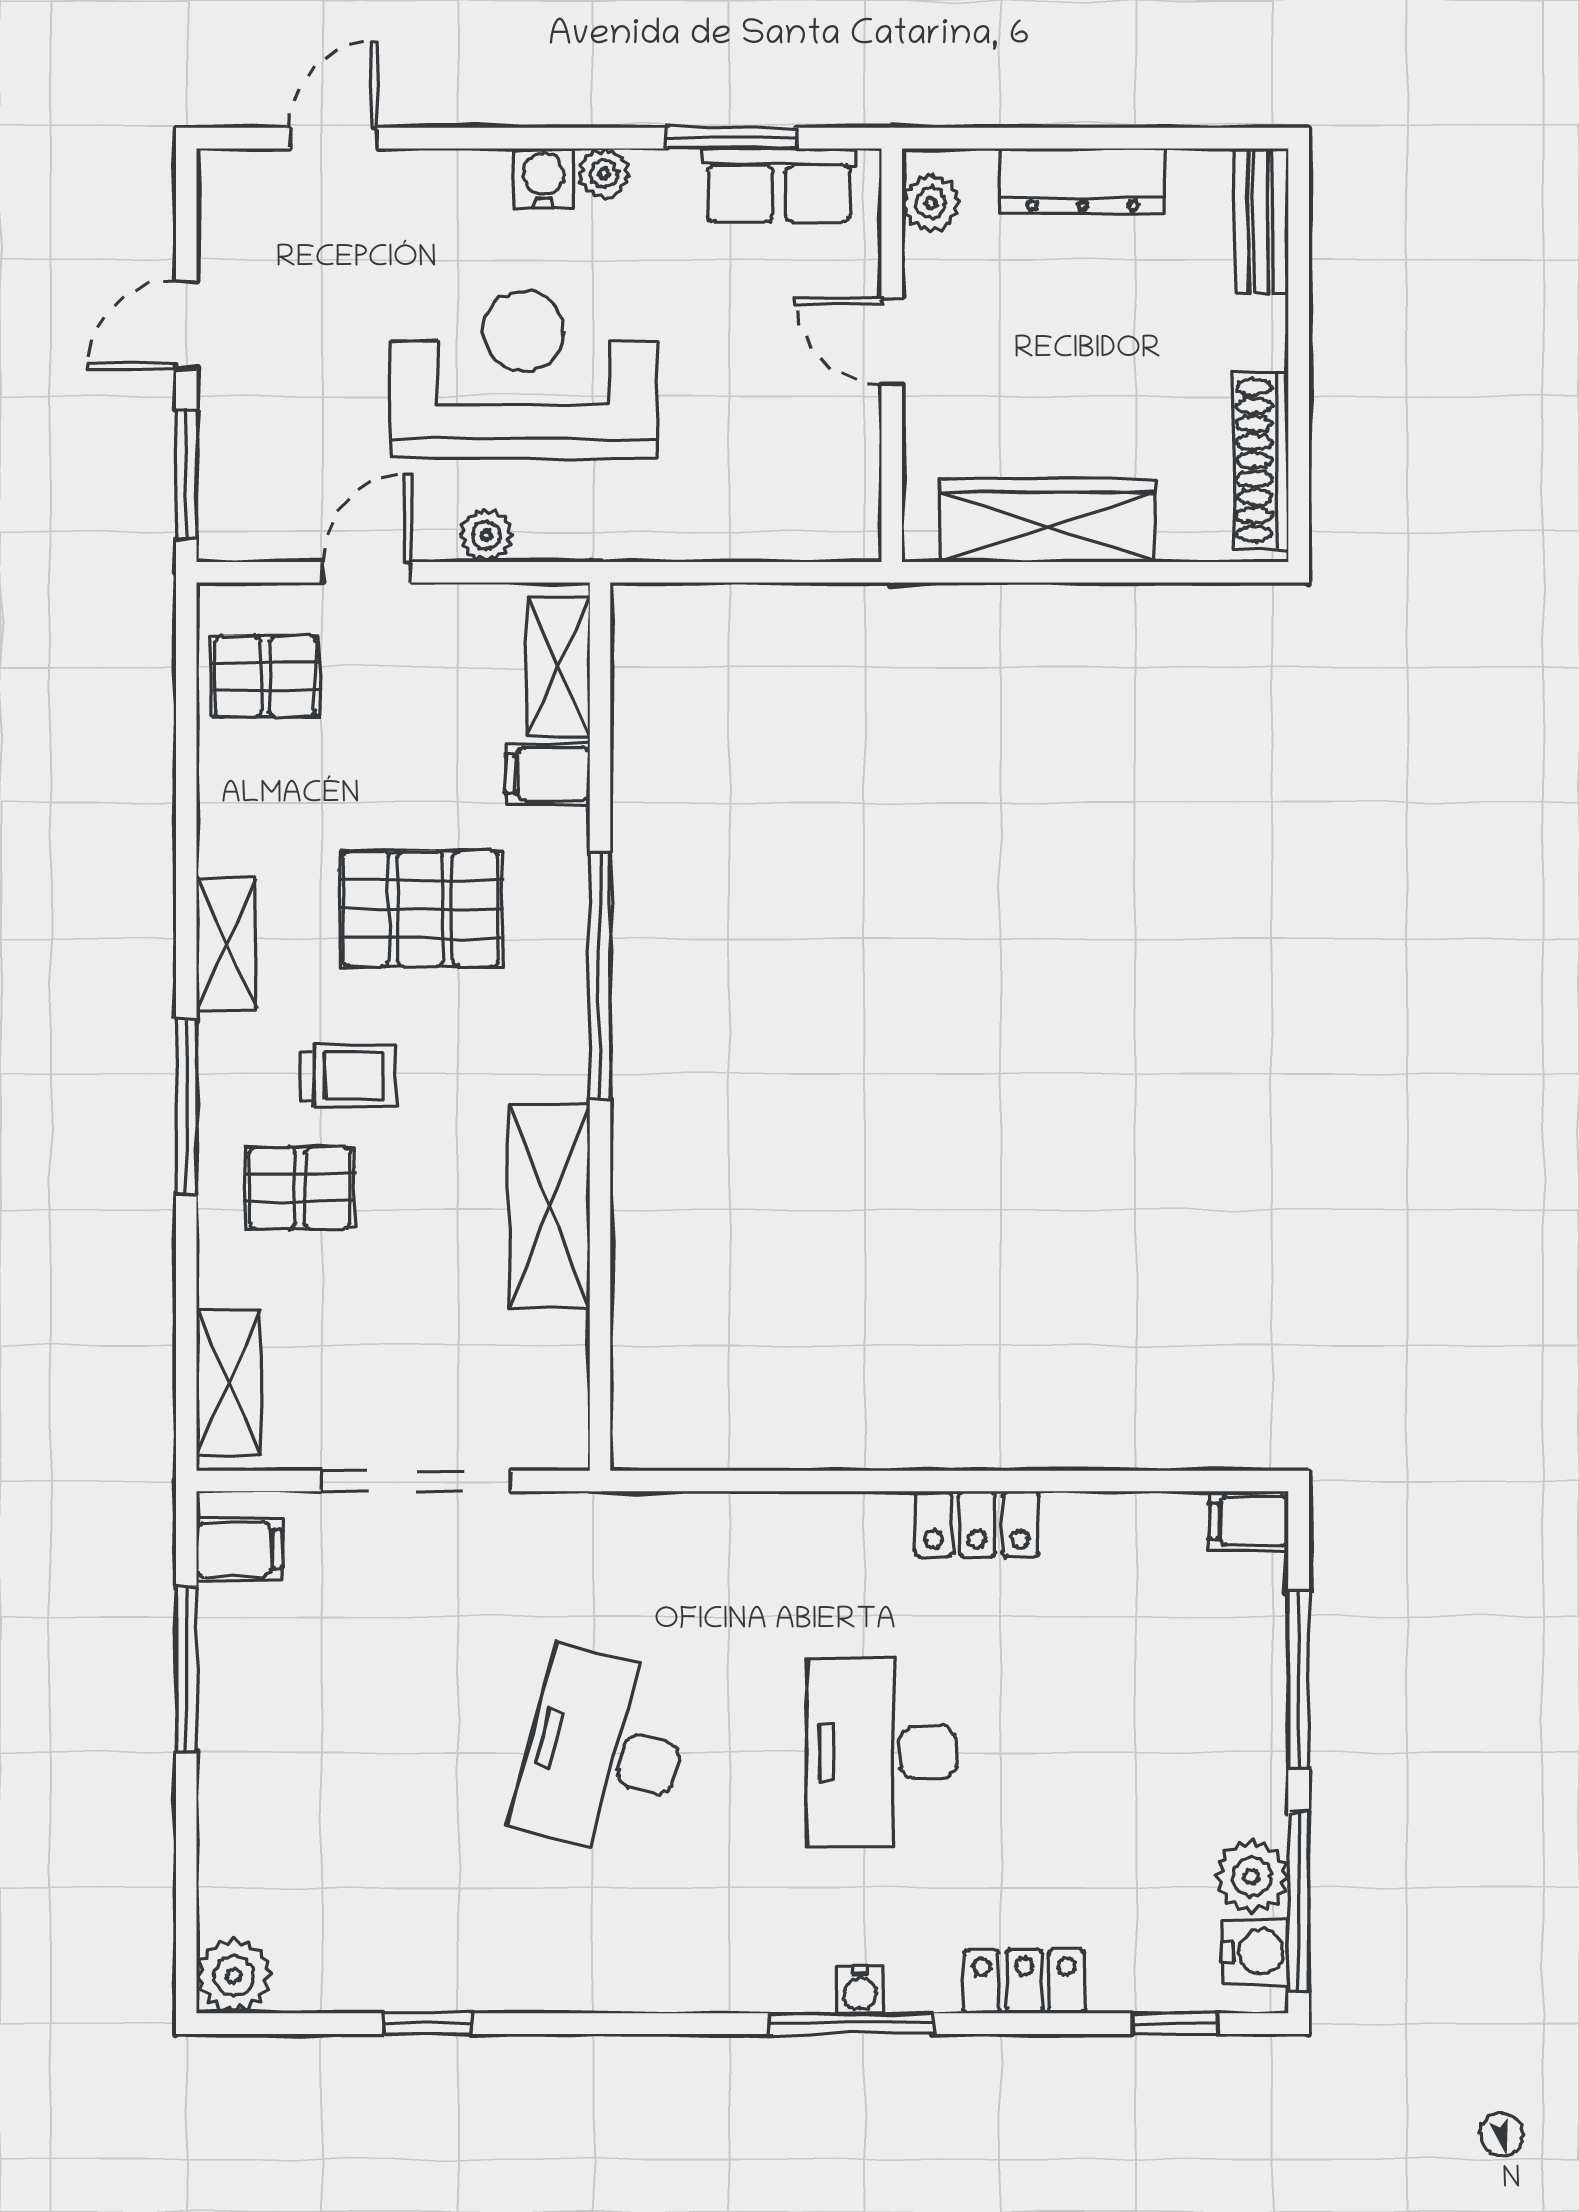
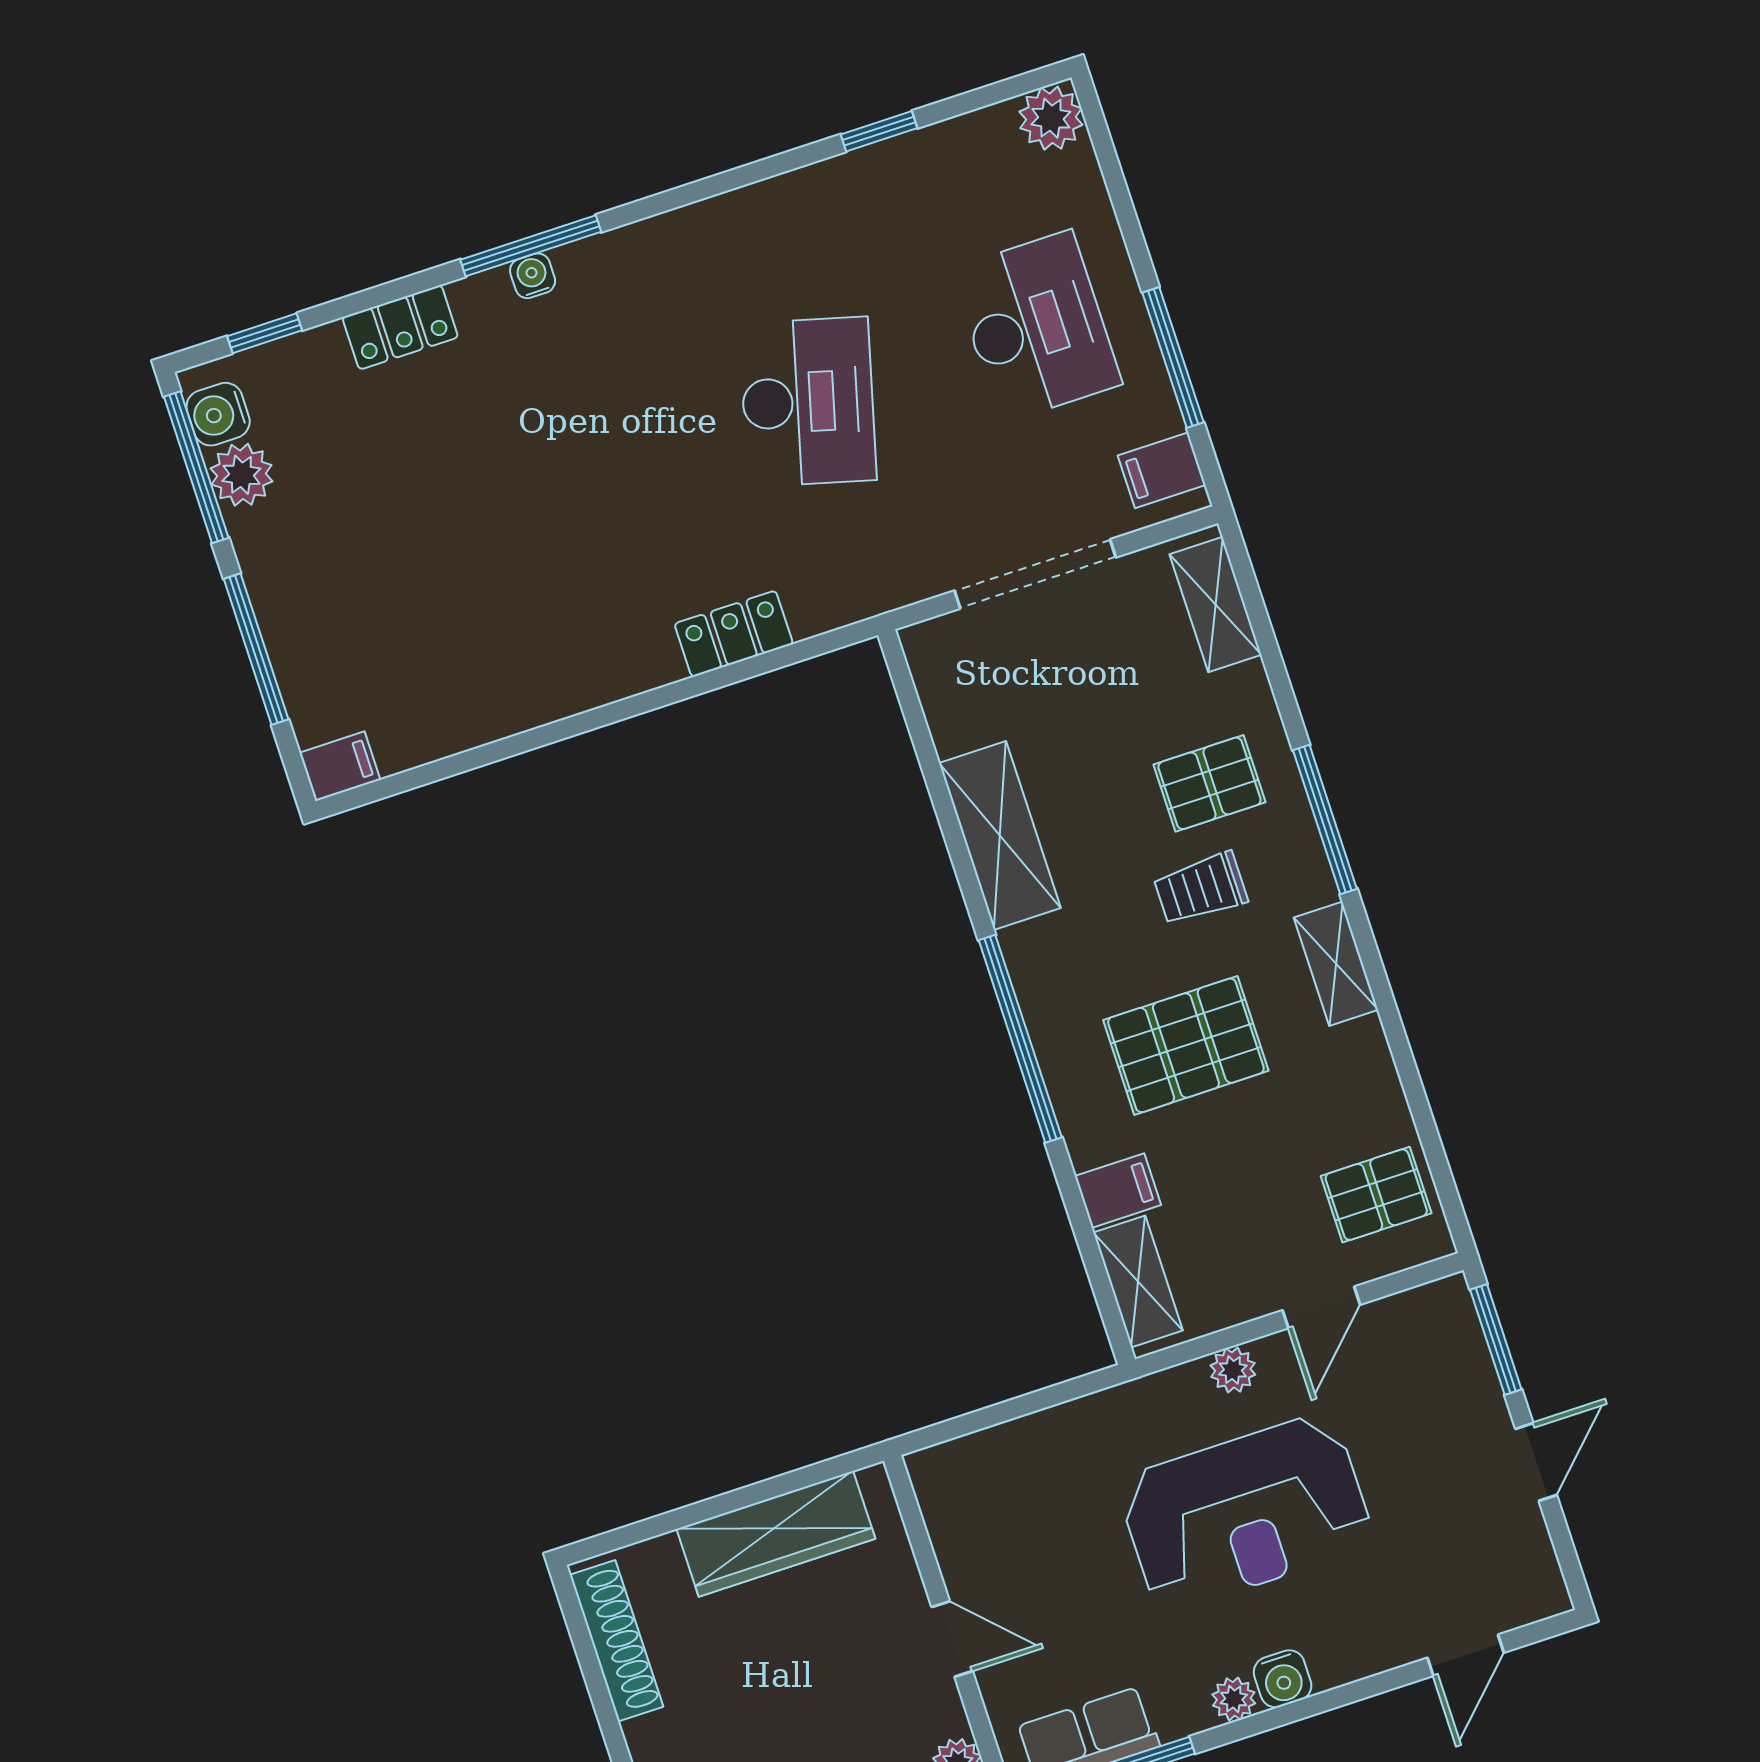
locker: (977, 1524) -> (734, 634), moved
desk: (881, 1752) -> (1036, 327), moved

